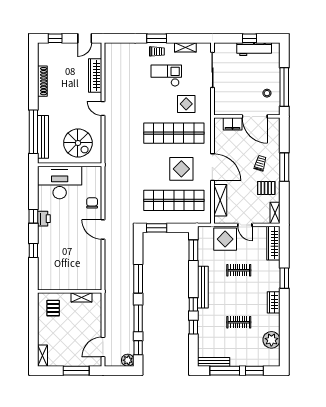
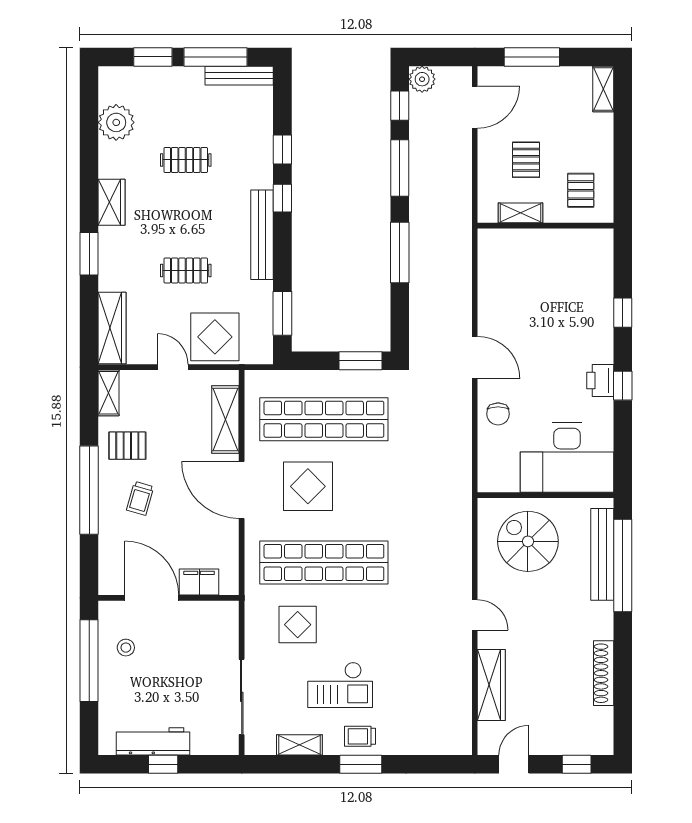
window: (284, 167) -> (89, 490), width x1.46
pallet: (79, 322) -> (526, 160), added

